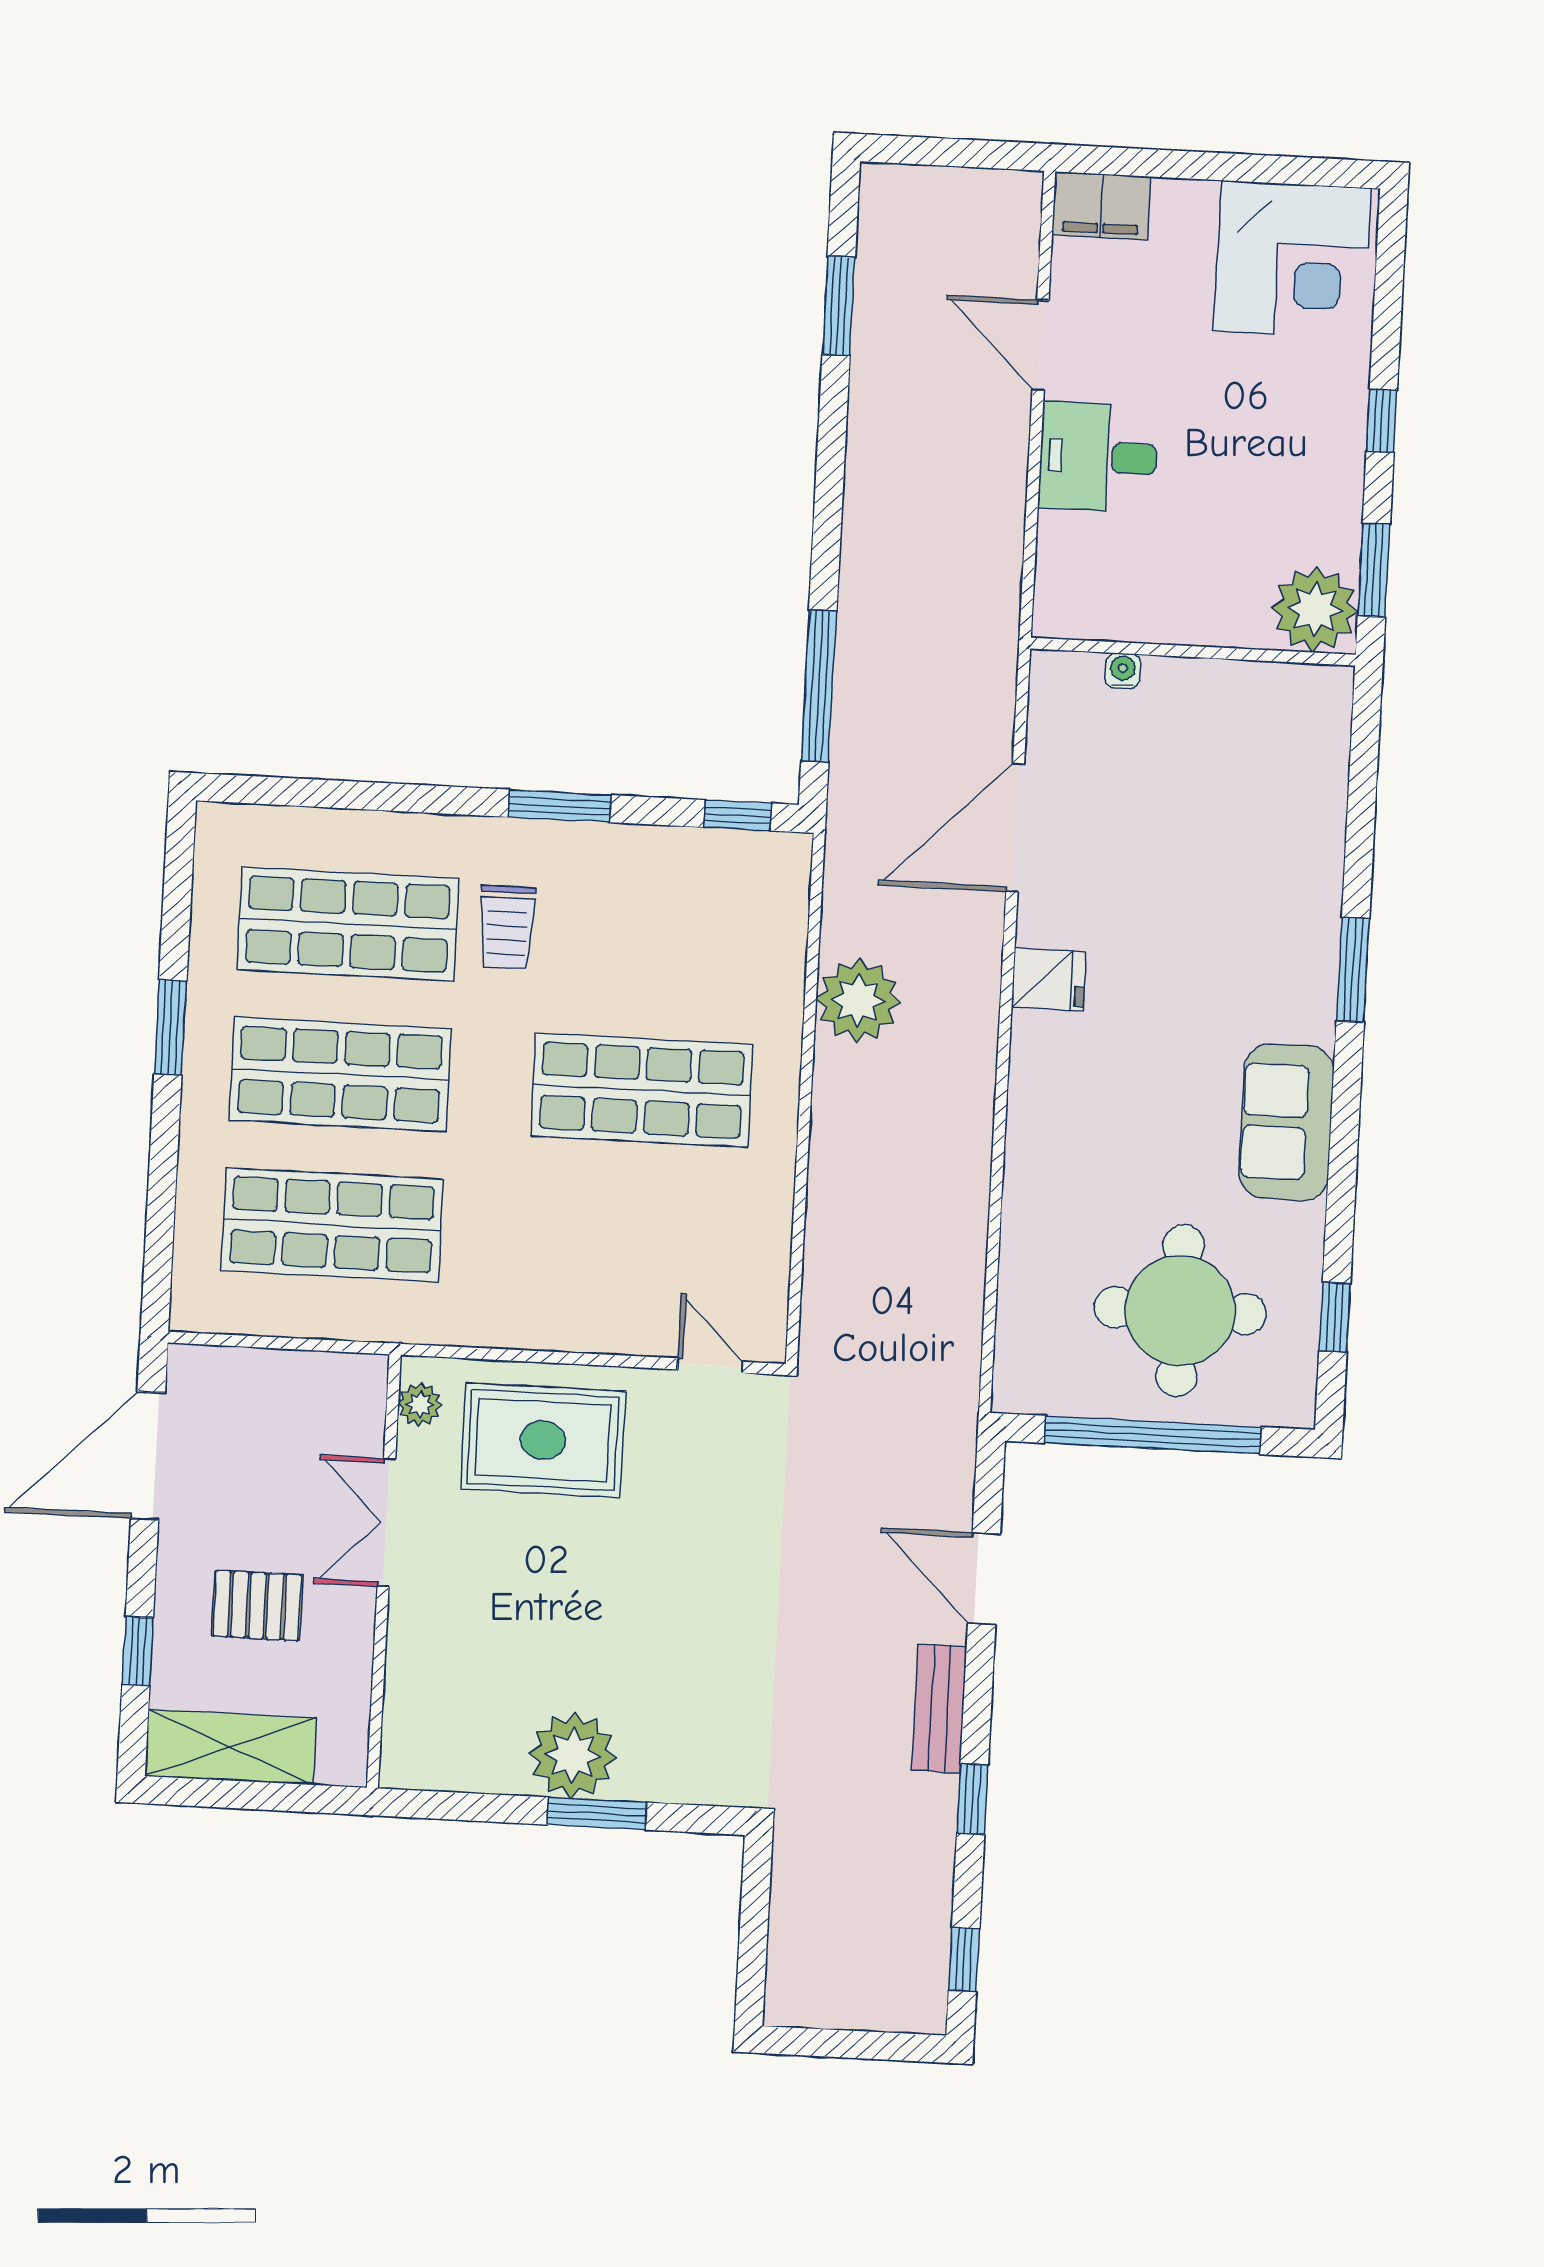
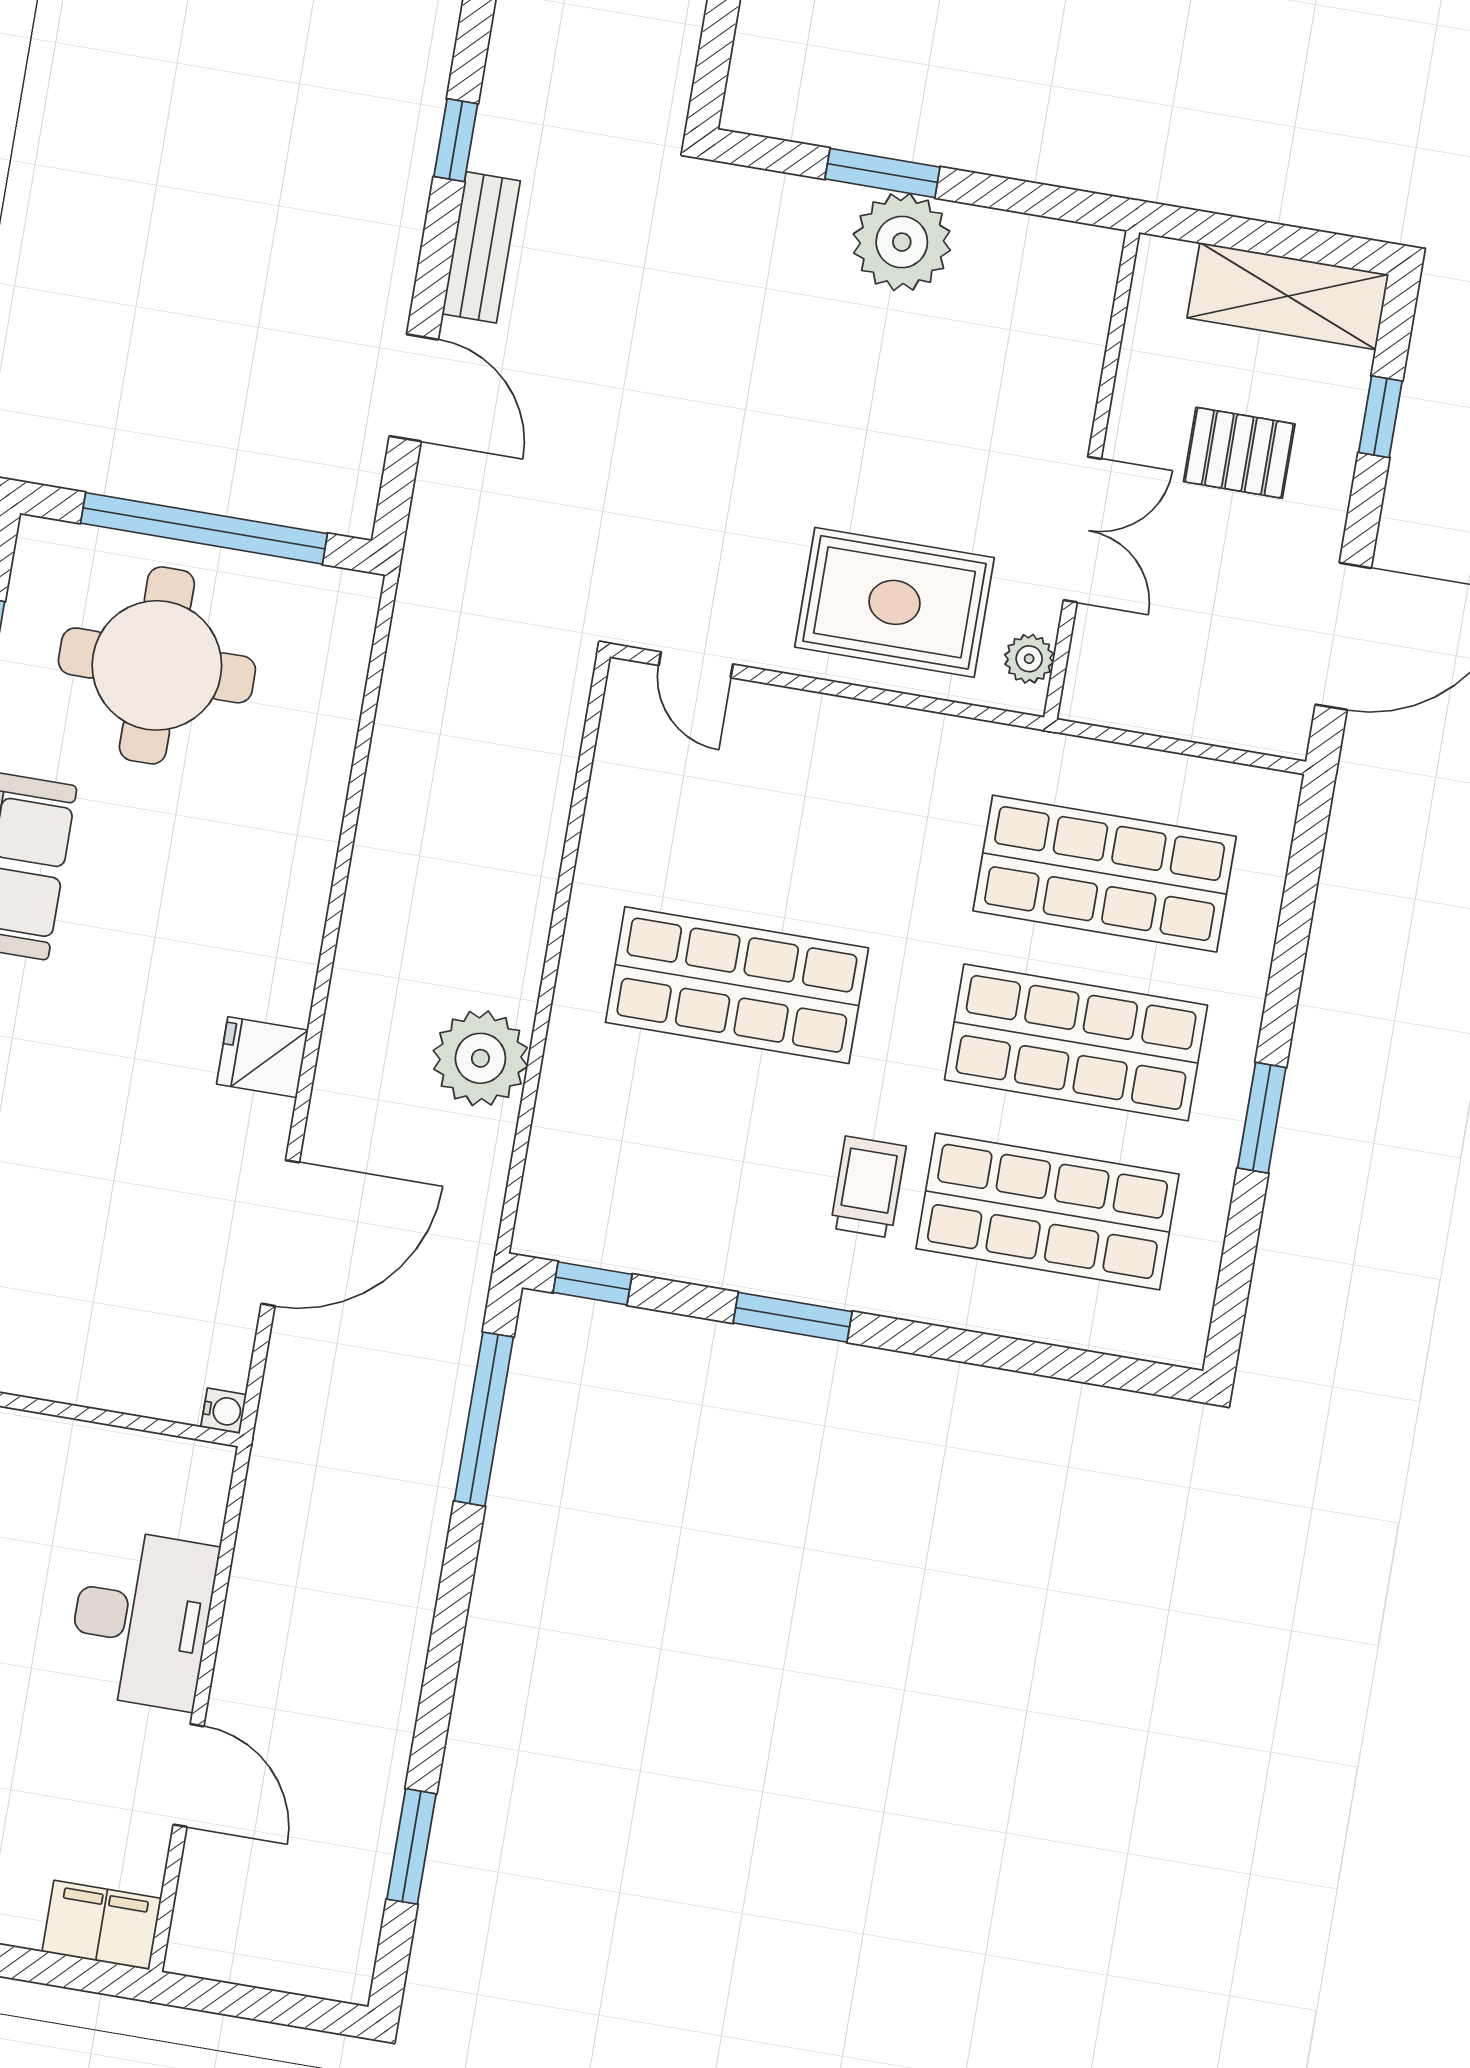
desk: (1098, 457) -> (142, 1619), width x1.37
water cooler: (1123, 671) -> (224, 1411), moved, turned -90

